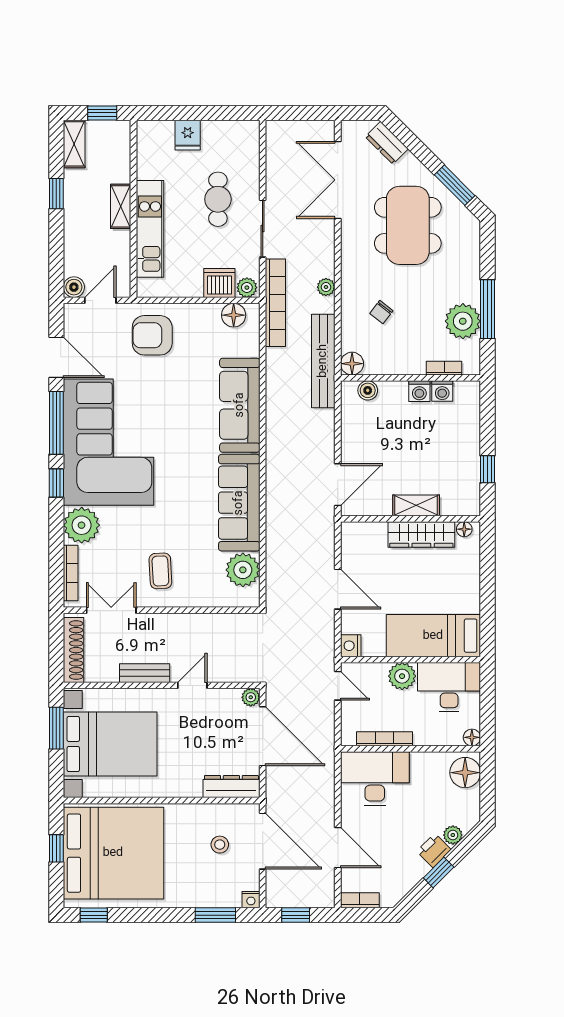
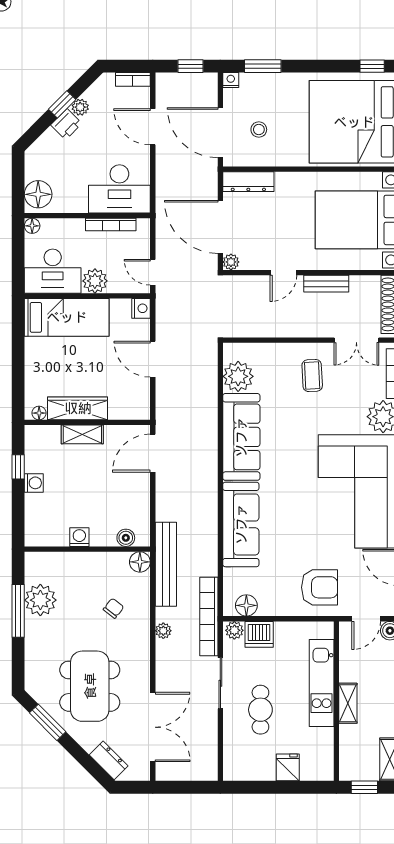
bookcase: (444, 368) -> (57, 558), removed
washing machine: (442, 391) -> (34, 483), moved, turned 90
plant: (453, 835) -> (80, 107), moved

